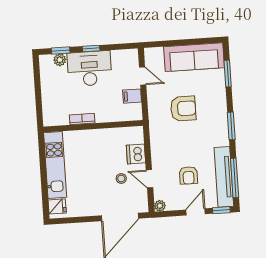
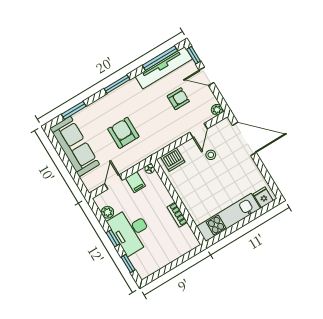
plant: (60, 60) -> (107, 212), moved
floor lamp: (138, 115) -> (150, 169), added
dishwasher: (136, 154) -> (173, 160), moved

